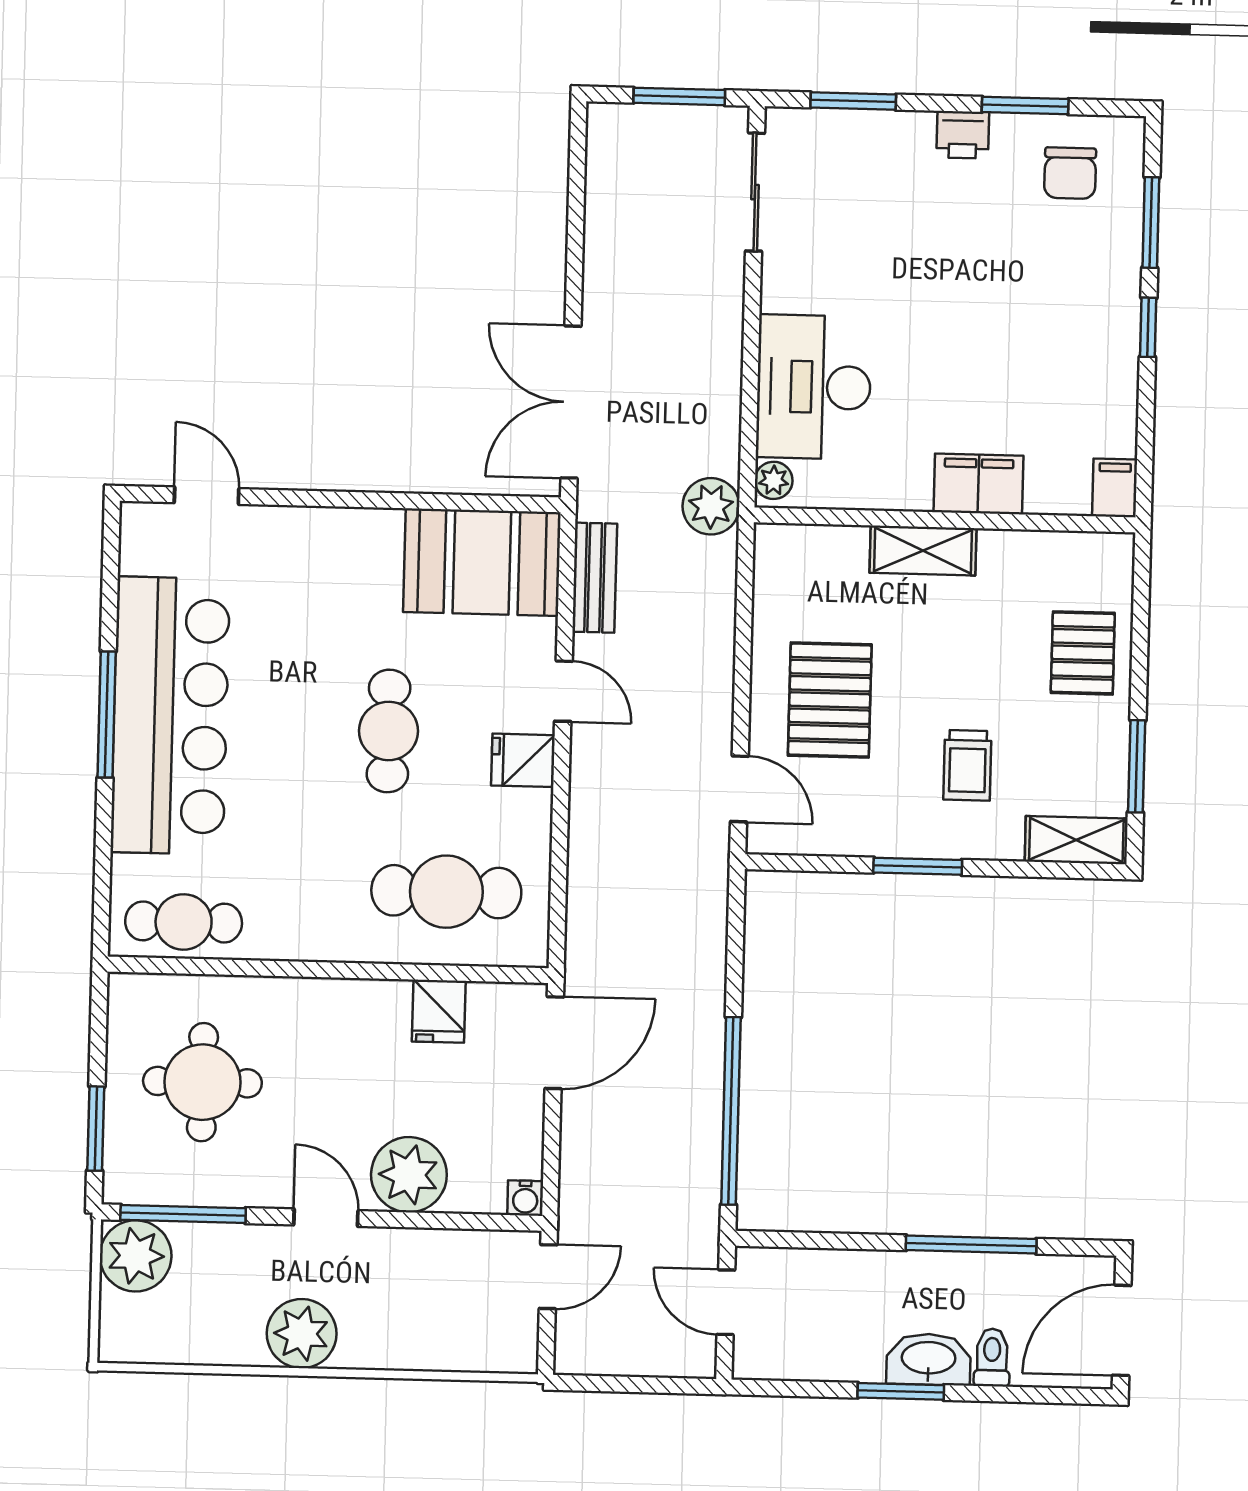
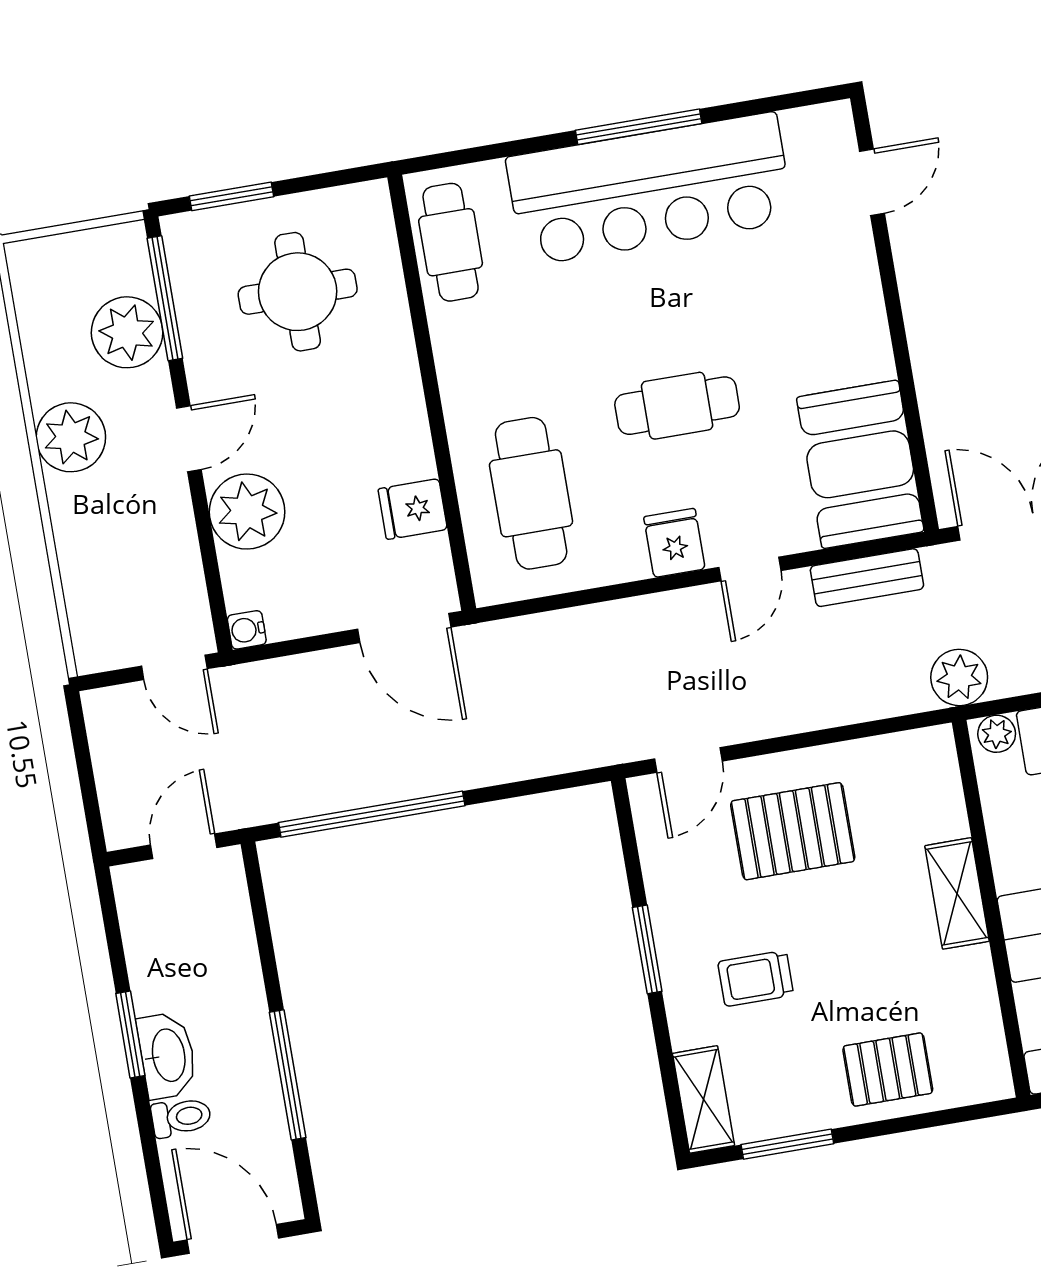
plant: (136, 1256) -> (127, 332), moved

